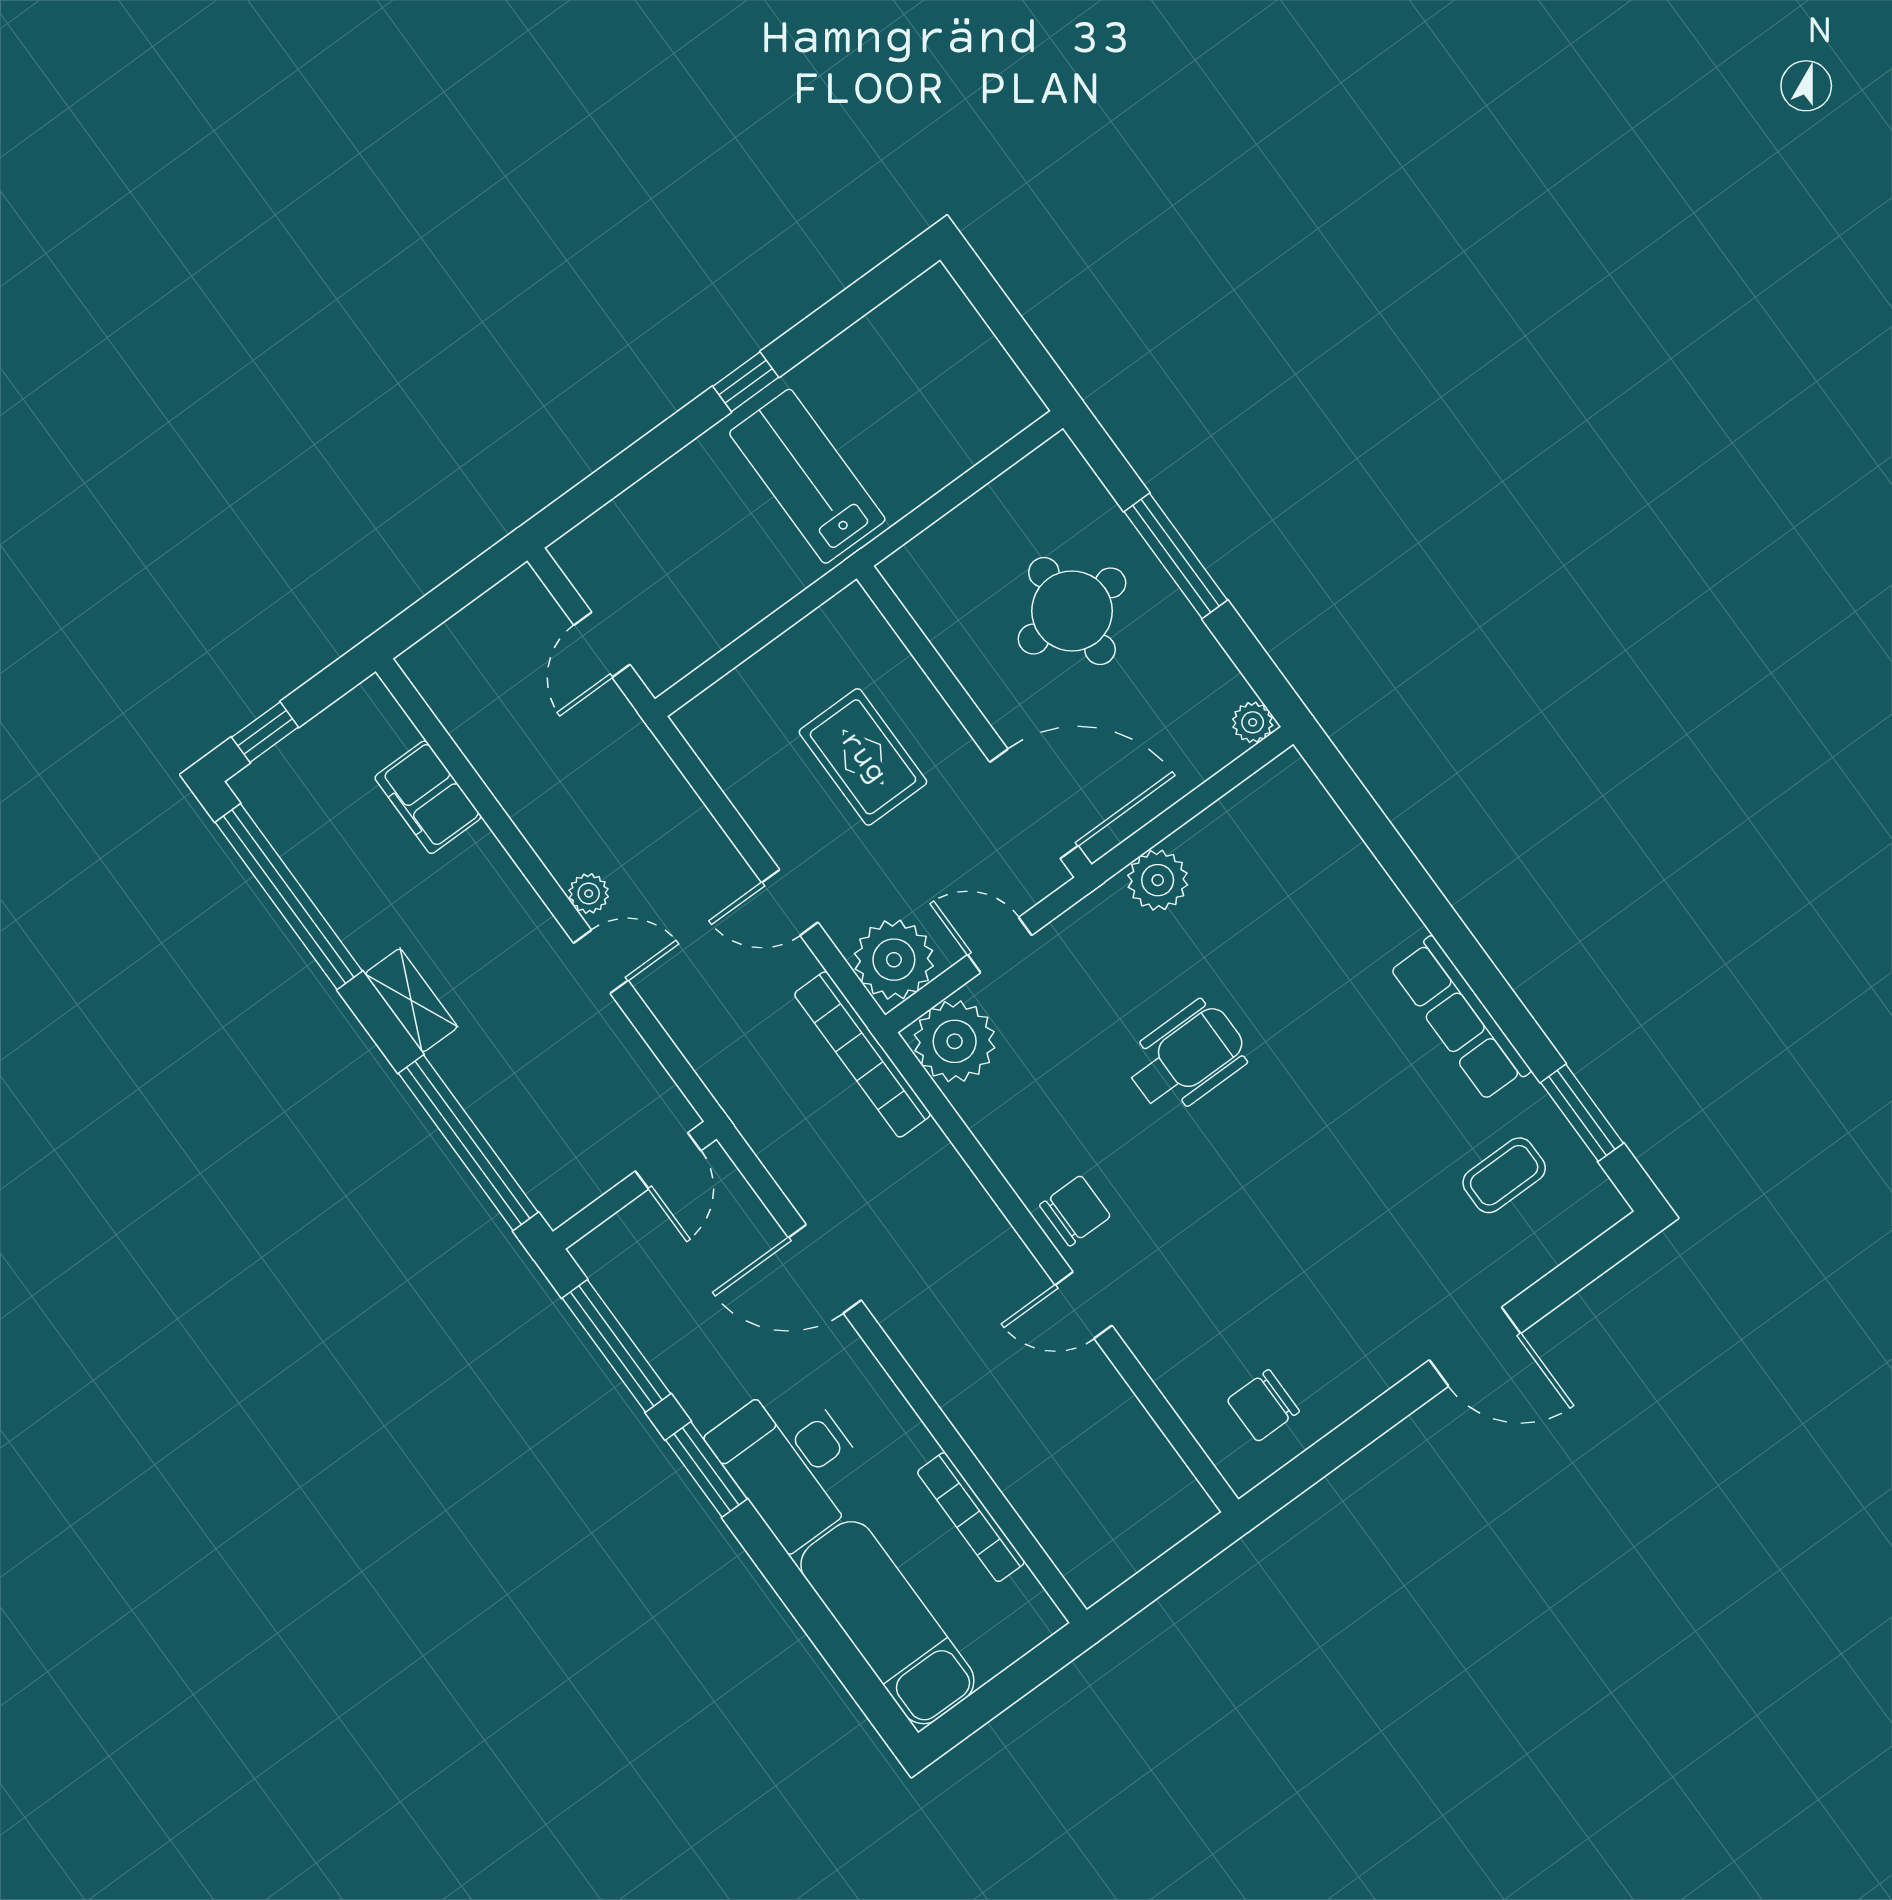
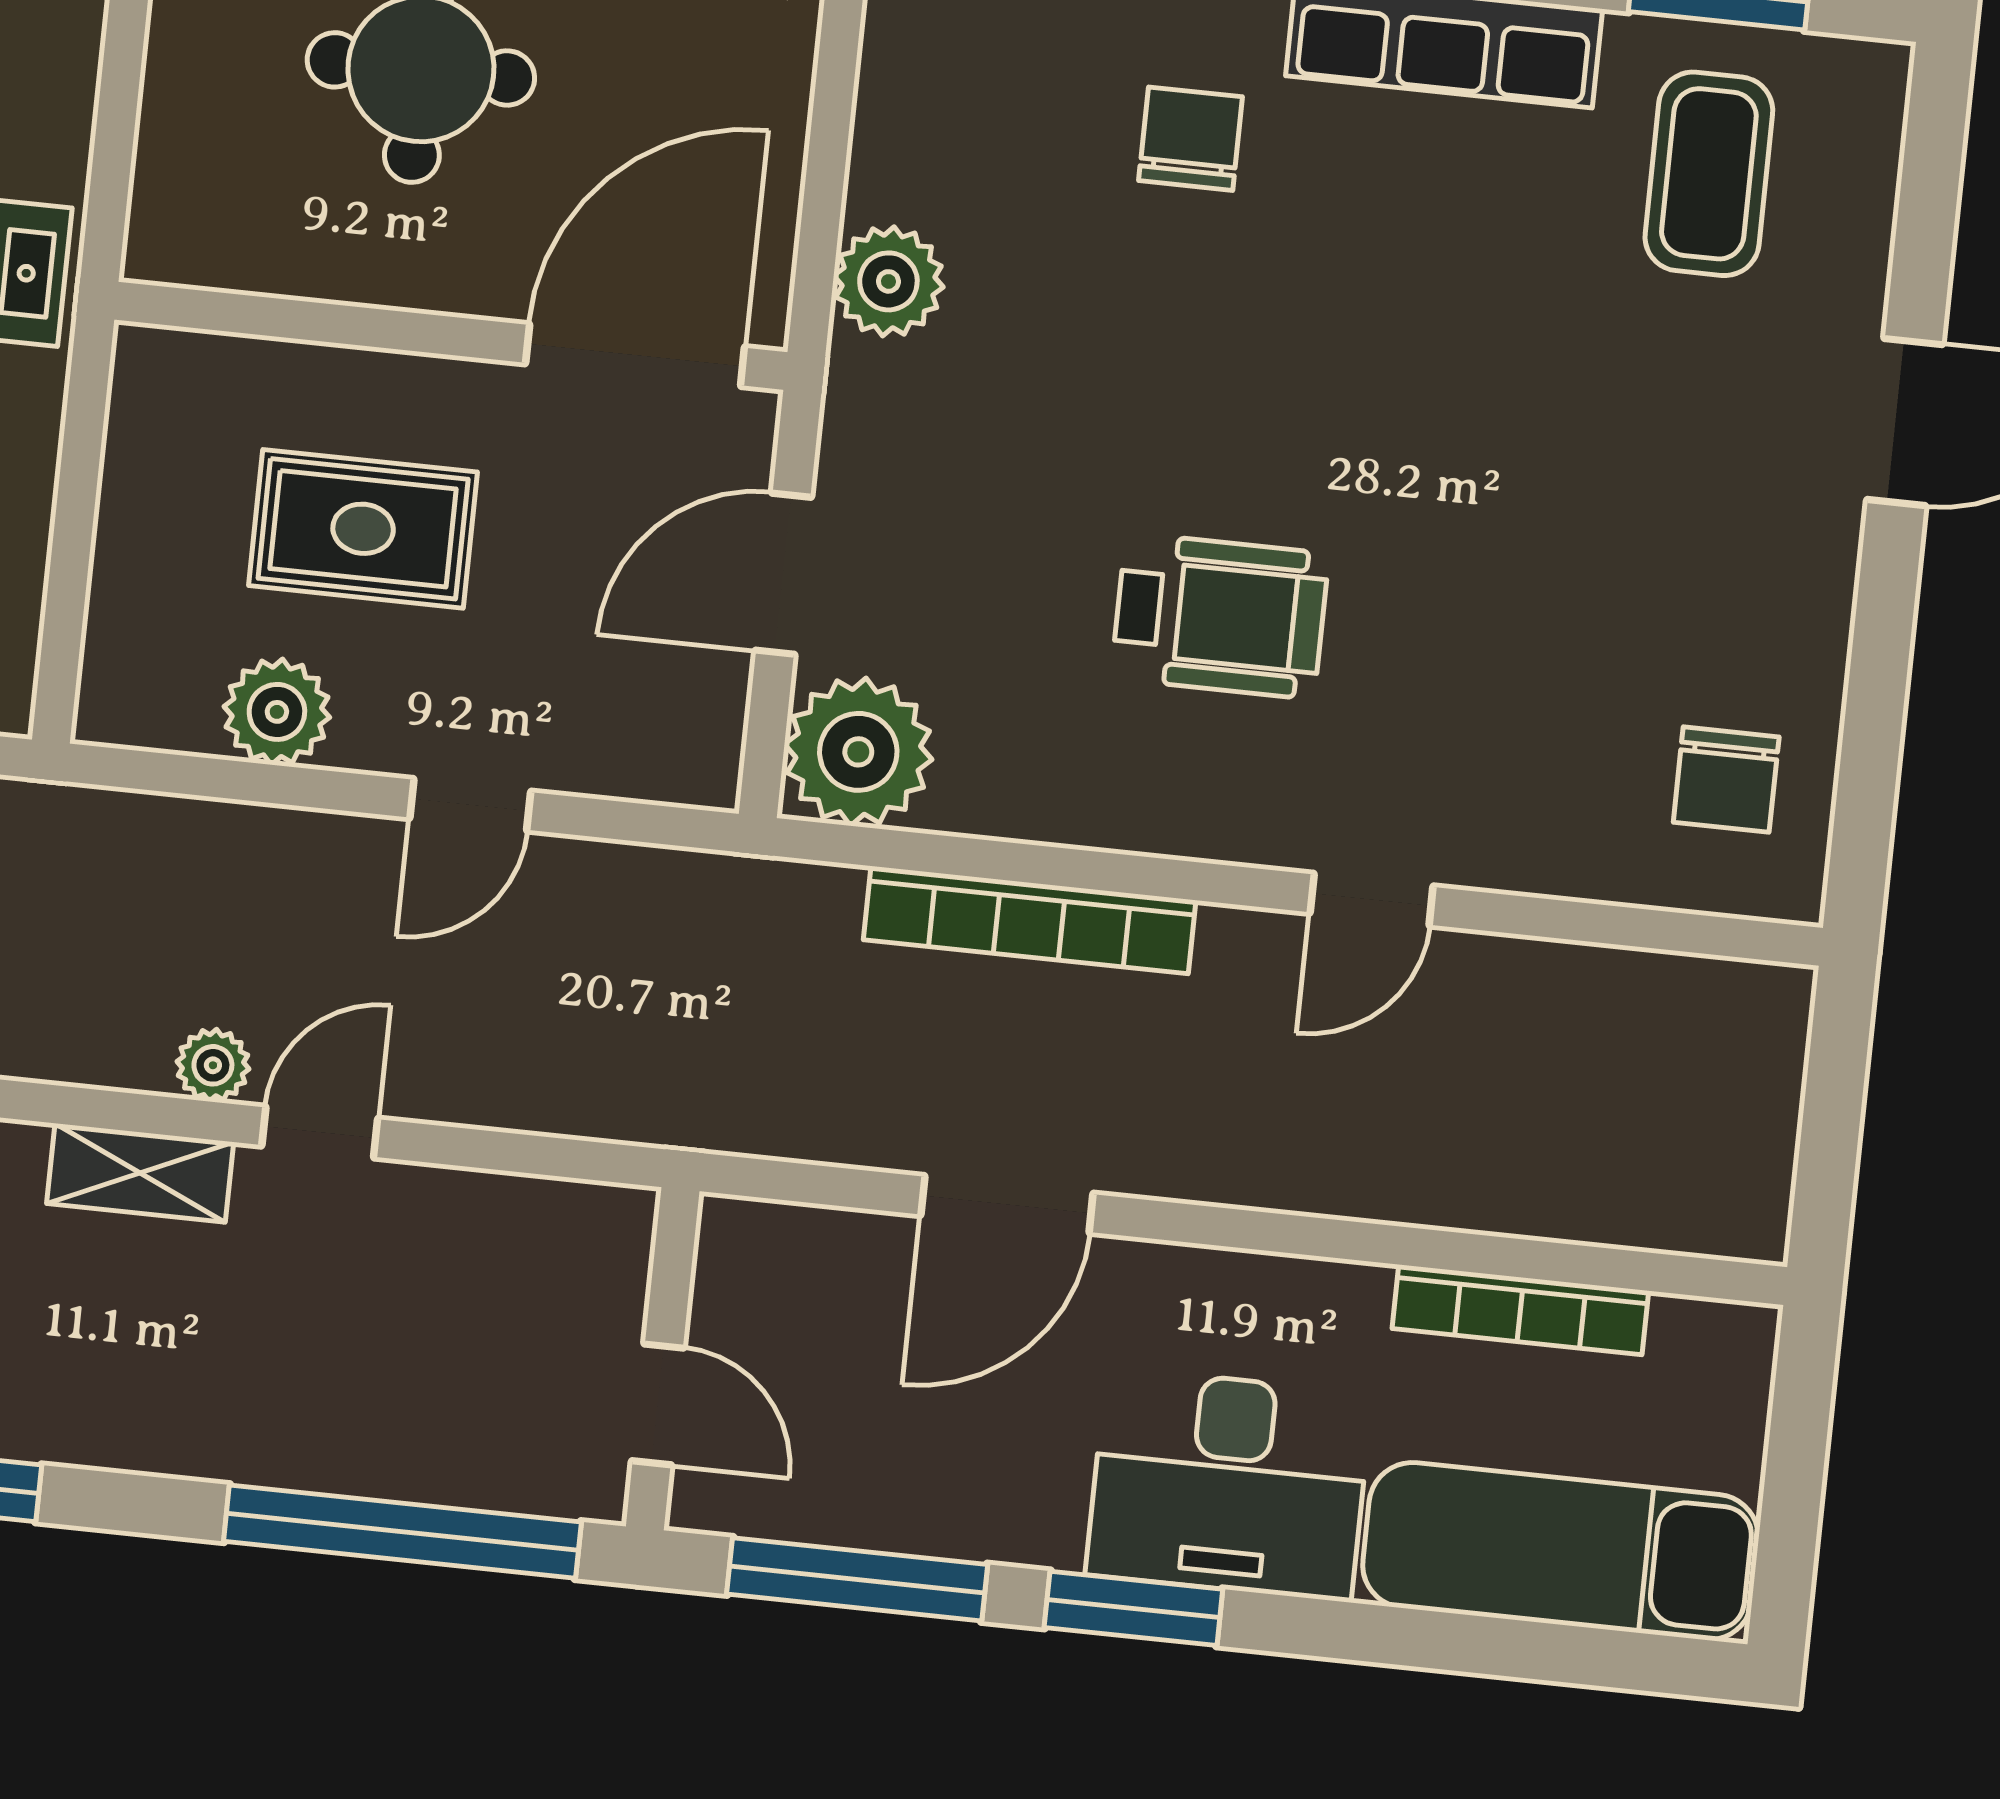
door: (1000, 945) -> (783, 574), width x1.37
plant: (894, 960) -> (277, 712), moved, width x0.73, depth x0.73
shelving: (411, 1000) -> (140, 1173), moved
bookcase: (862, 1054) -> (1030, 920), moved
wheelchair: (1186, 1058) -> (1220, 616), moved, turned 90
door: (668, 1161) -> (658, 1404), moved
coffee table: (1504, 1175) -> (1709, 174), width x1.36, depth x1.30
chair: (1075, 1211) -> (1191, 139), moved

